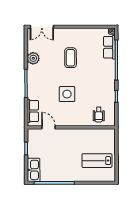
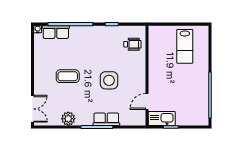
row of seats: (33, 111) -> (106, 119), moved
kitchen sink: (34, 170) -> (162, 118), moved

